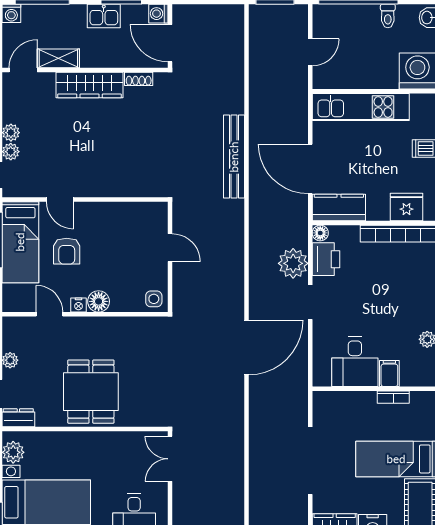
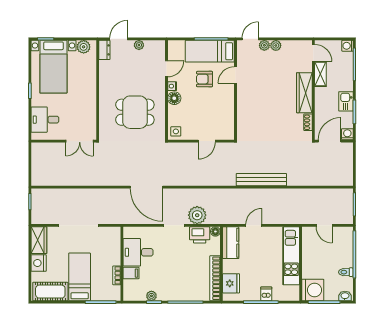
door: (310, 169) -> (254, 225), width x0.53
dining table: (91, 392) -> (135, 112), moved
double door: (170, 459) -> (80, 141), swing flipped

